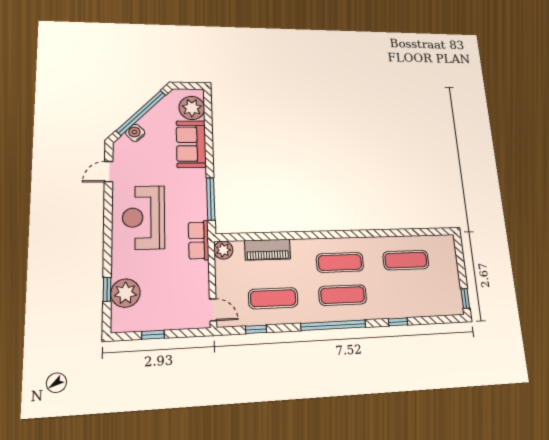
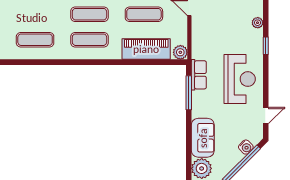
row of seats: (199, 240) -> (199, 75), moved
piano: (268, 250) -> (146, 49), width x1.37, depth x1.33
window: (107, 289) -> (266, 46), moved
plant: (125, 293) -> (258, 23), width x0.53, depth x0.53

